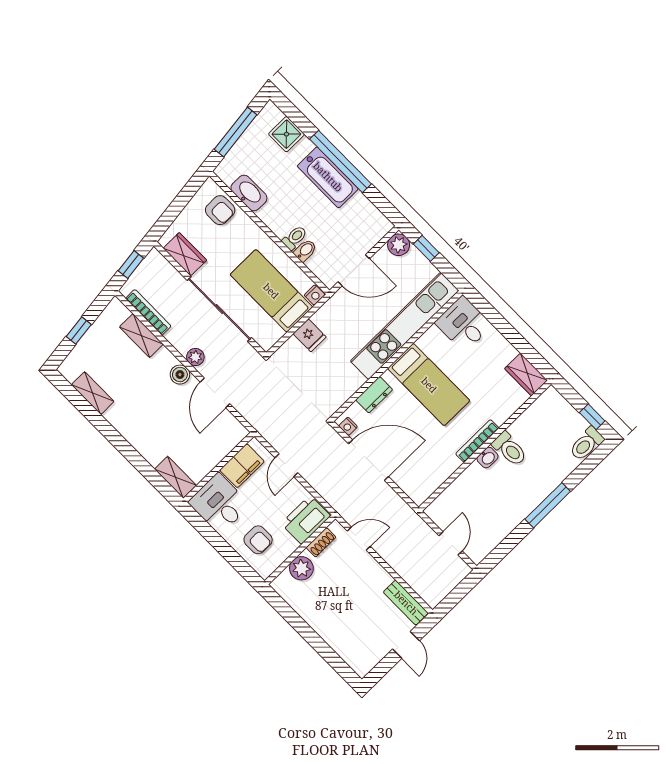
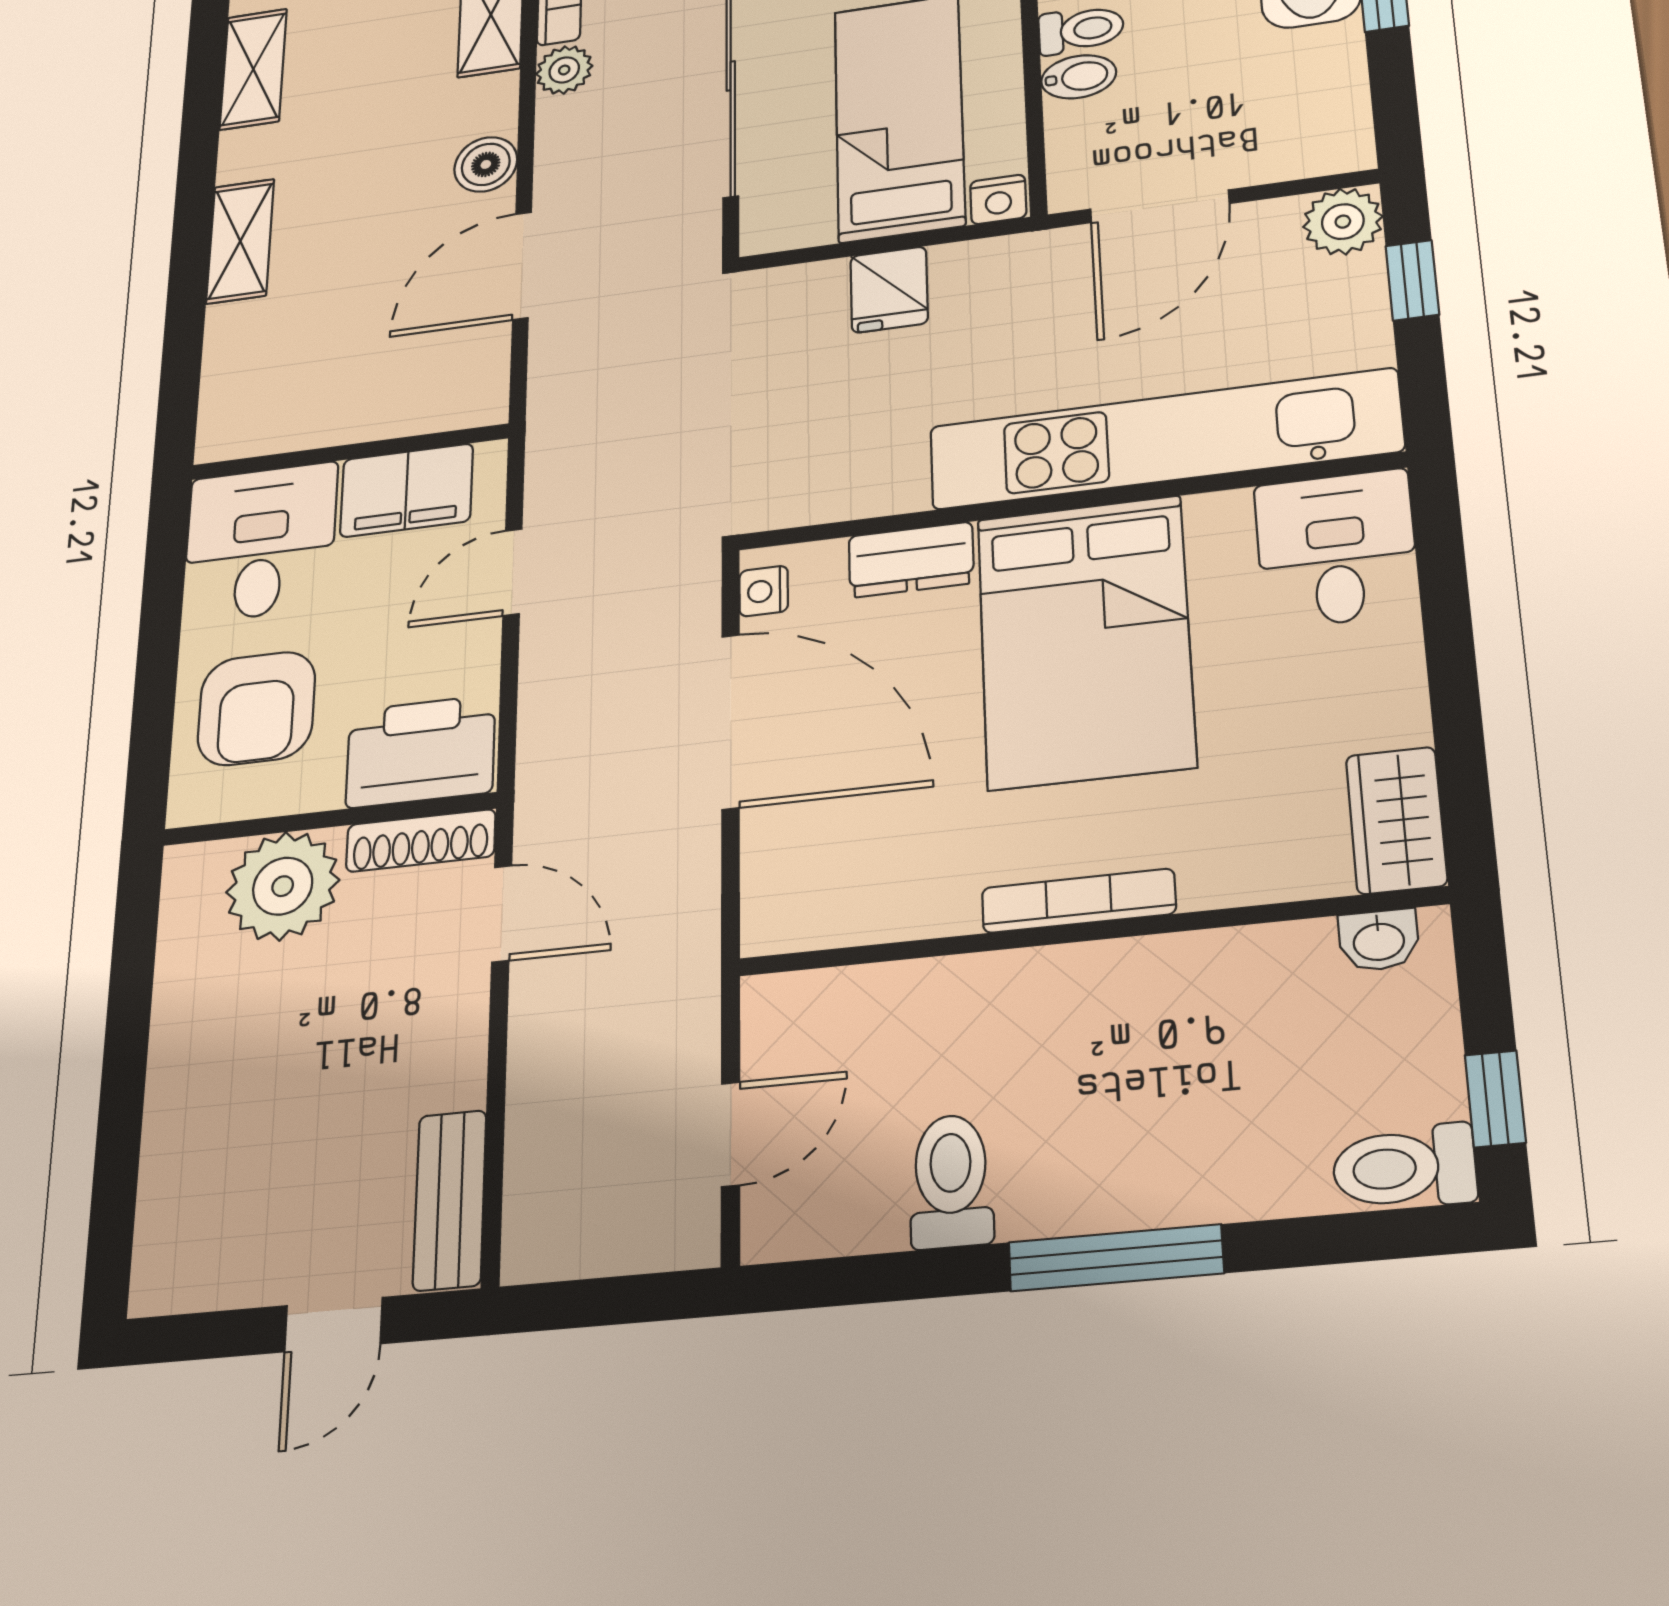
door: (354, 270) -> (1160, 206), hinge flipped
plant: (195, 357) -> (564, 70), moved
bed: (429, 385) -> (1085, 641), width x1.50
toilet: (510, 449) -> (951, 1181), moved, turned 180
washbasin: (488, 458) -> (1379, 940), moved
shelving: (175, 477) -> (240, 241), moved
armchair: (258, 540) -> (256, 708), width x1.38, depth x1.38
shoe rack: (321, 542) -> (421, 841), width x1.43
plant: (301, 568) -> (283, 886), width x1.36, depth x1.36

